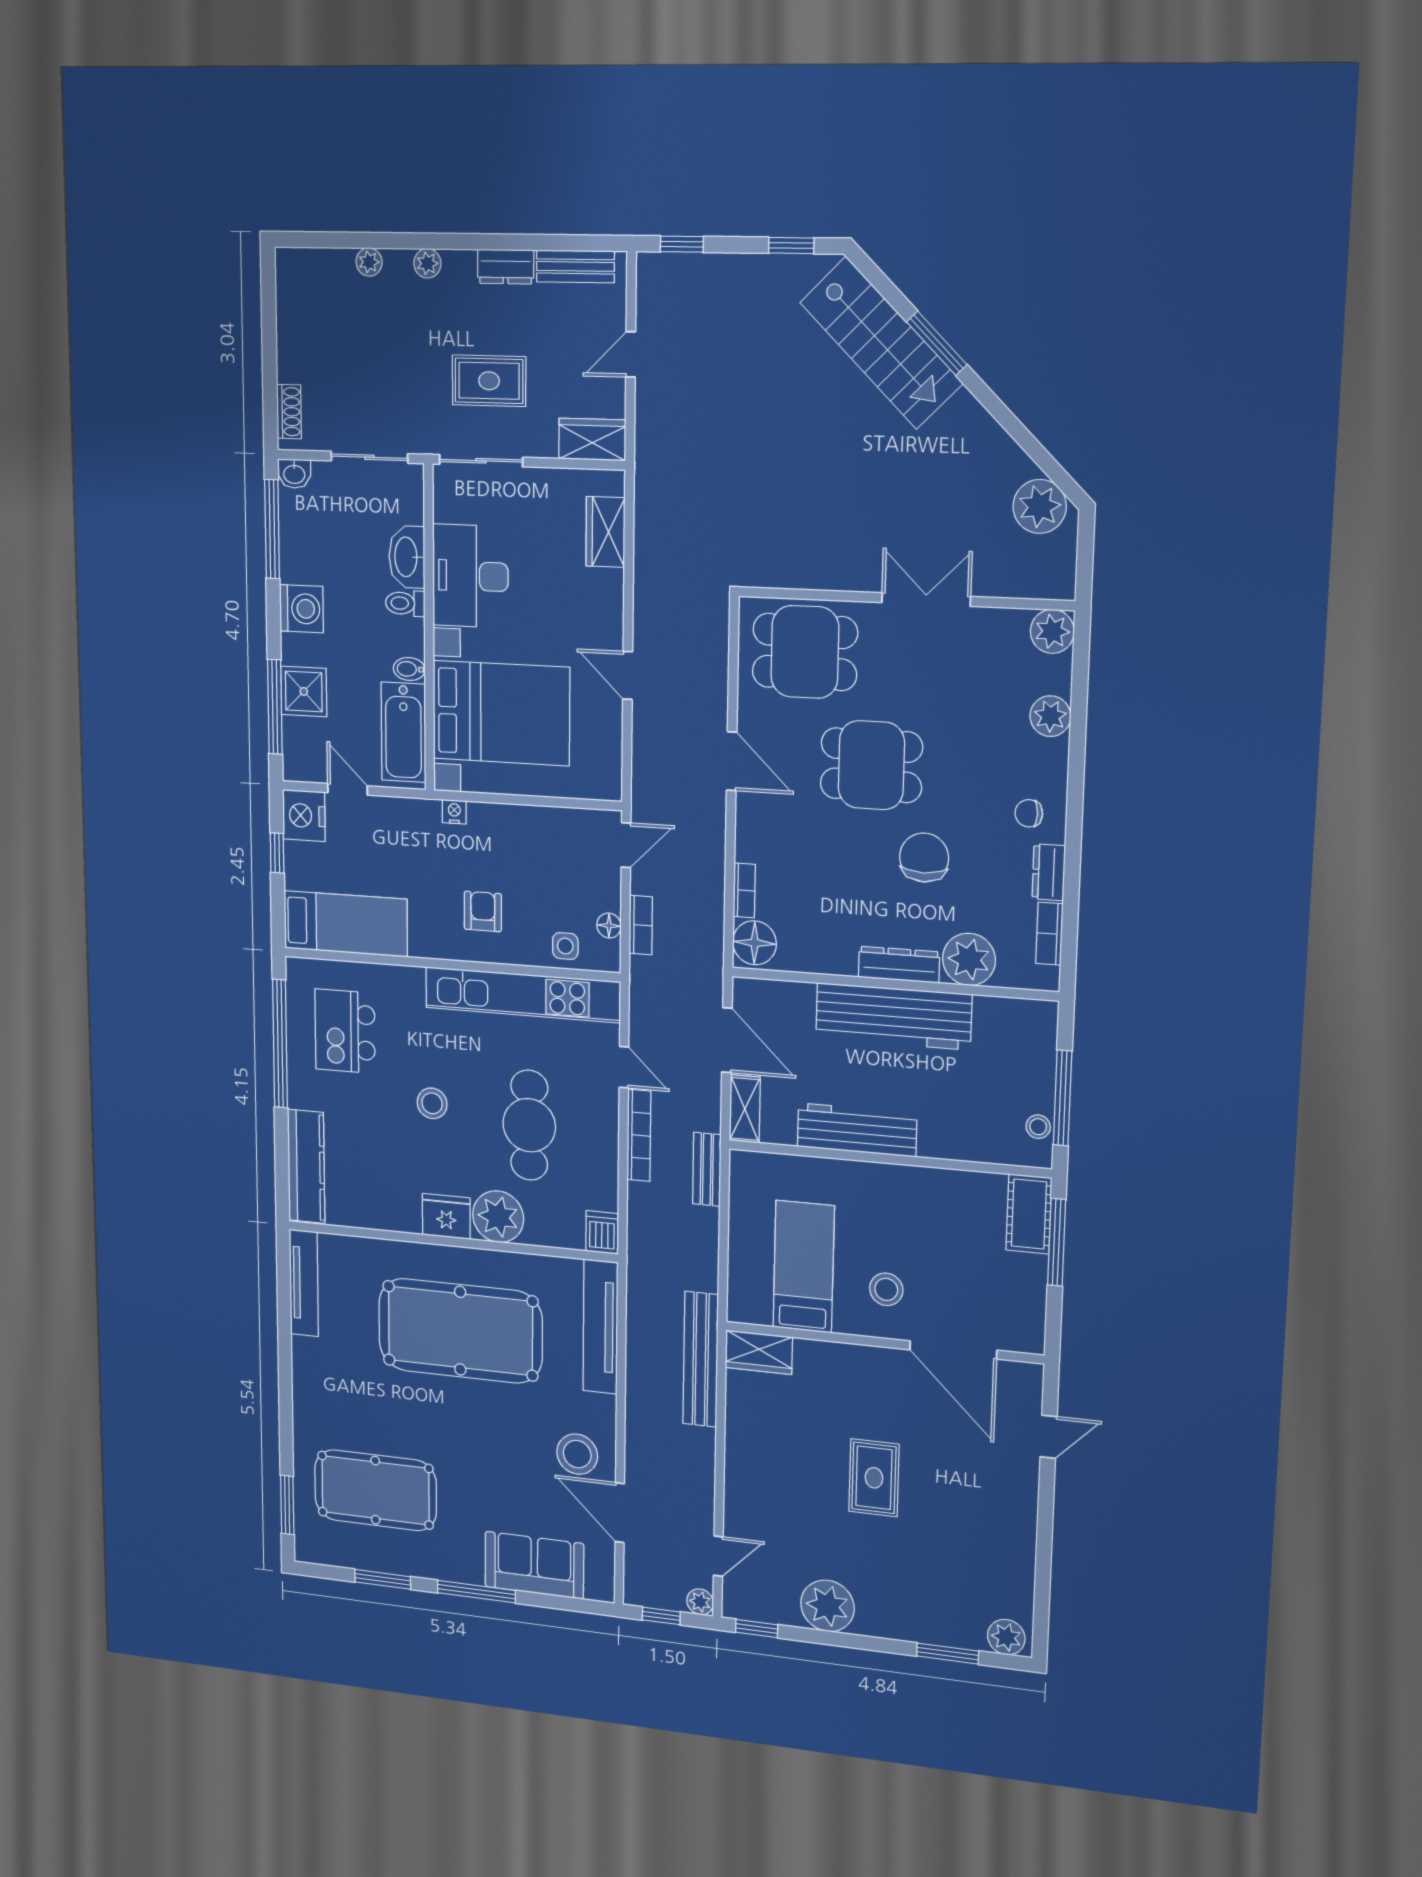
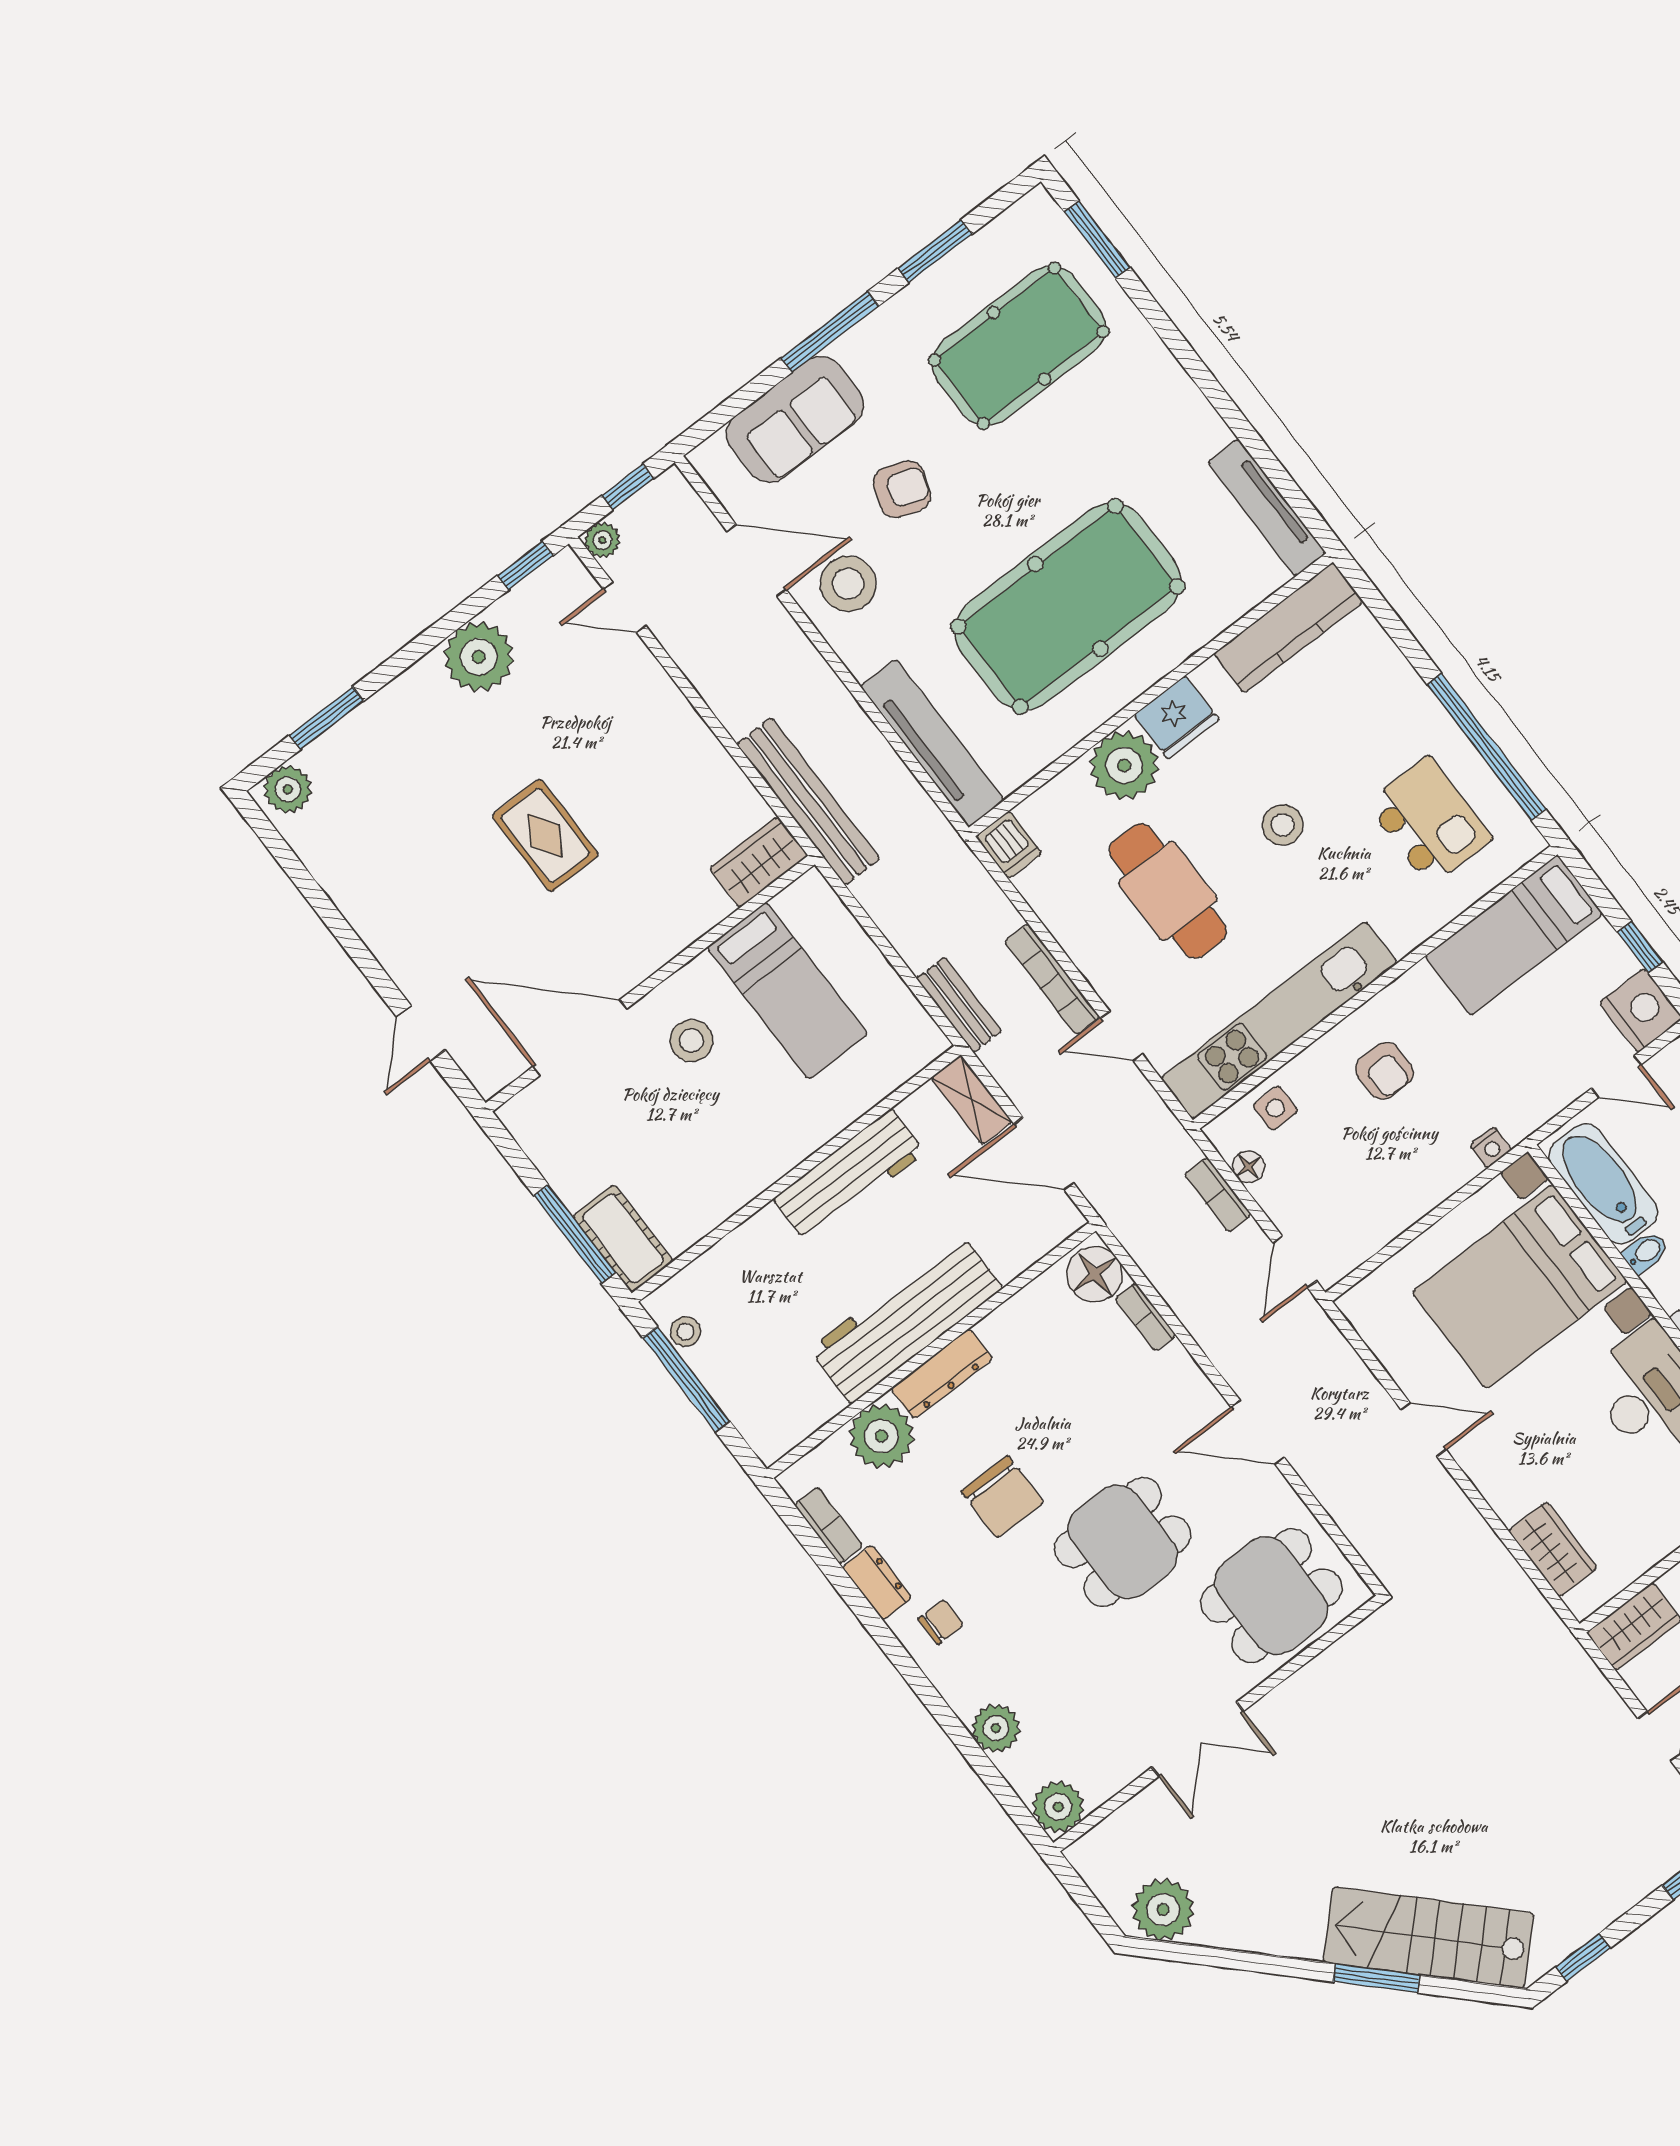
kitchen counter: (306, 1166) -> (1288, 628), moved, turned -90
armchair: (504, 1476) -> (902, 489), added
door: (718, 1556) -> (625, 607), hinge flipped

